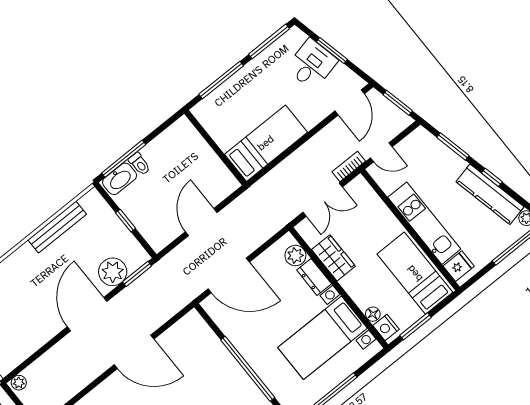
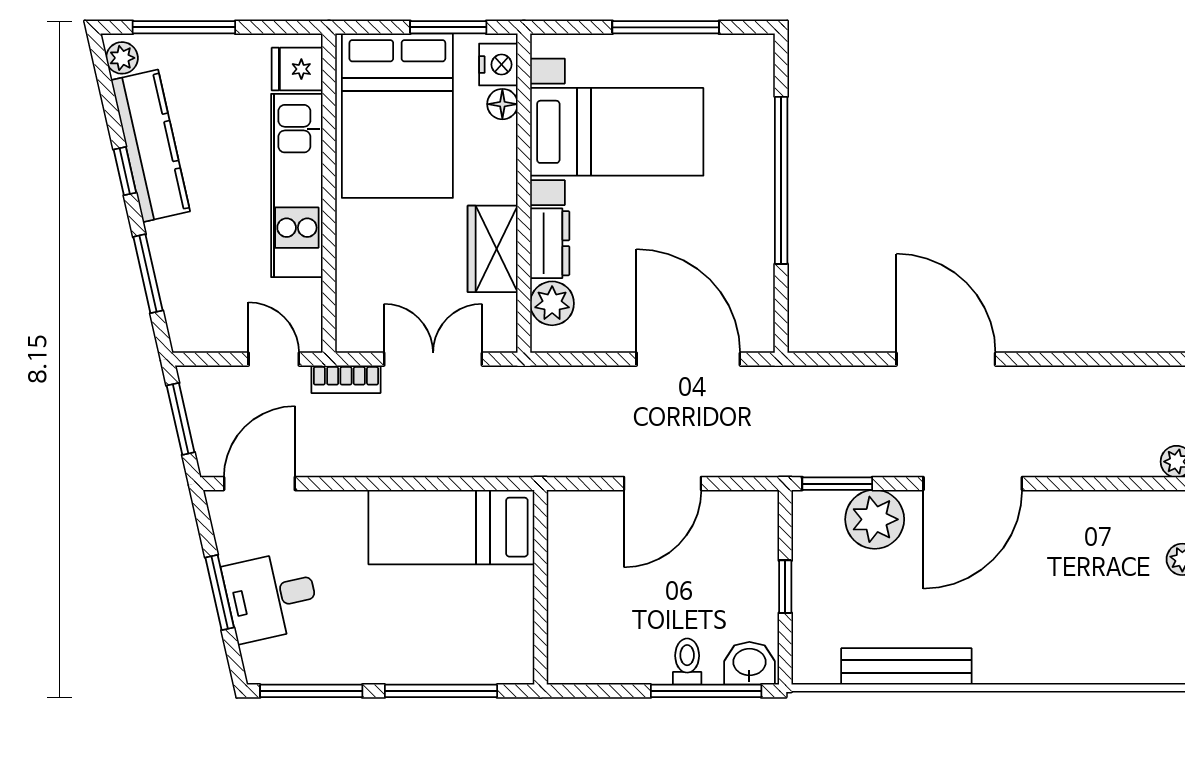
washbasin: (120, 179) -> (749, 663), width x0.72
bed: (415, 273) -> (397, 116), width x1.50

